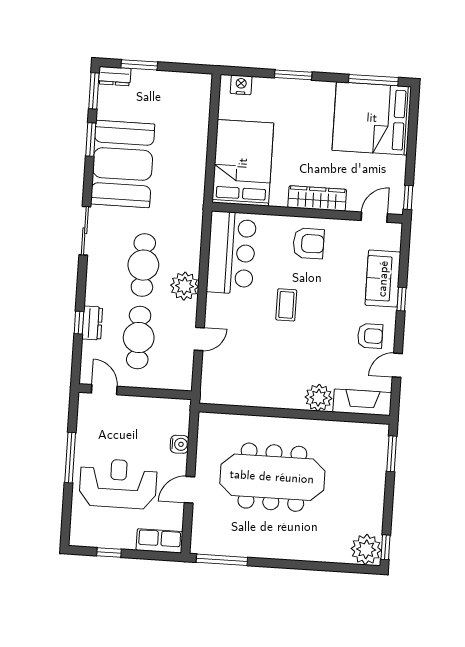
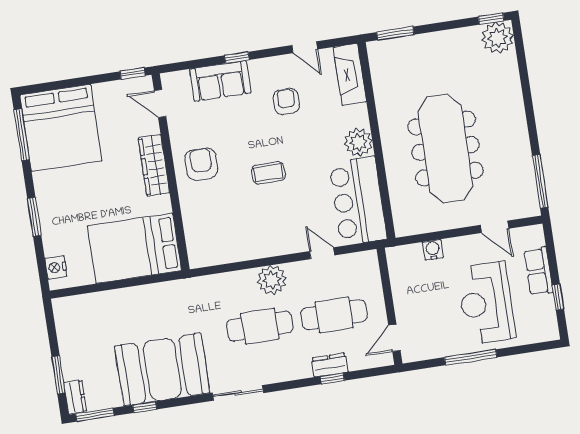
window: (91, 140) -> (145, 407), width x0.67
bar counter: (231, 253) -> (358, 201), moved, turned -90
armchair: (370, 336) -> (286, 101), moved
plant: (319, 398) -> (358, 142), moved
door: (190, 490) -> (495, 227), moved
row of seats: (160, 541) -> (538, 271), moved

